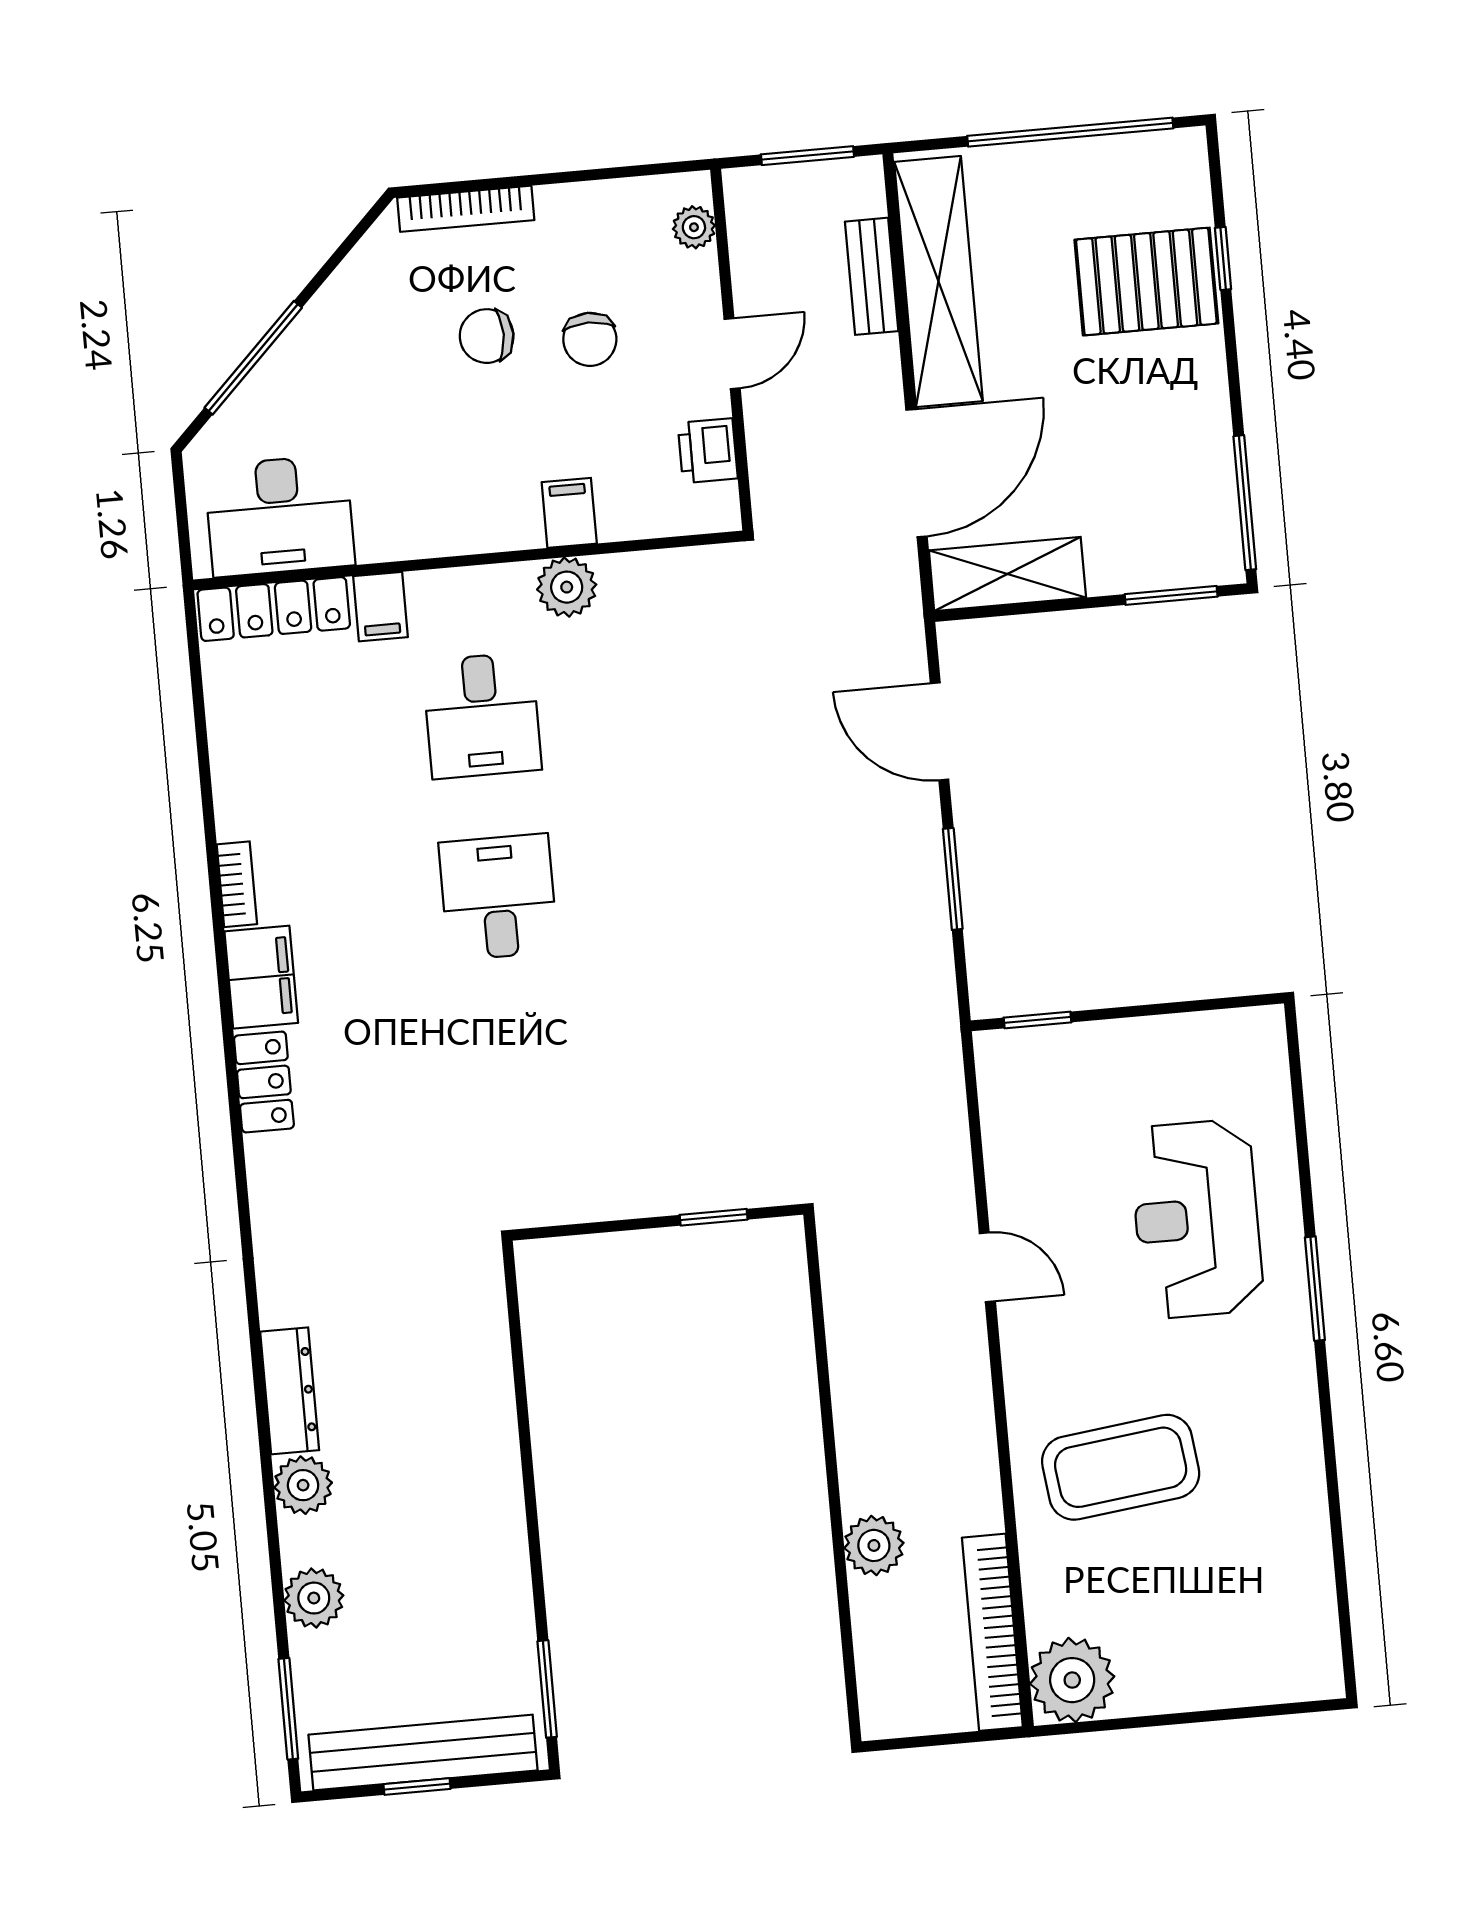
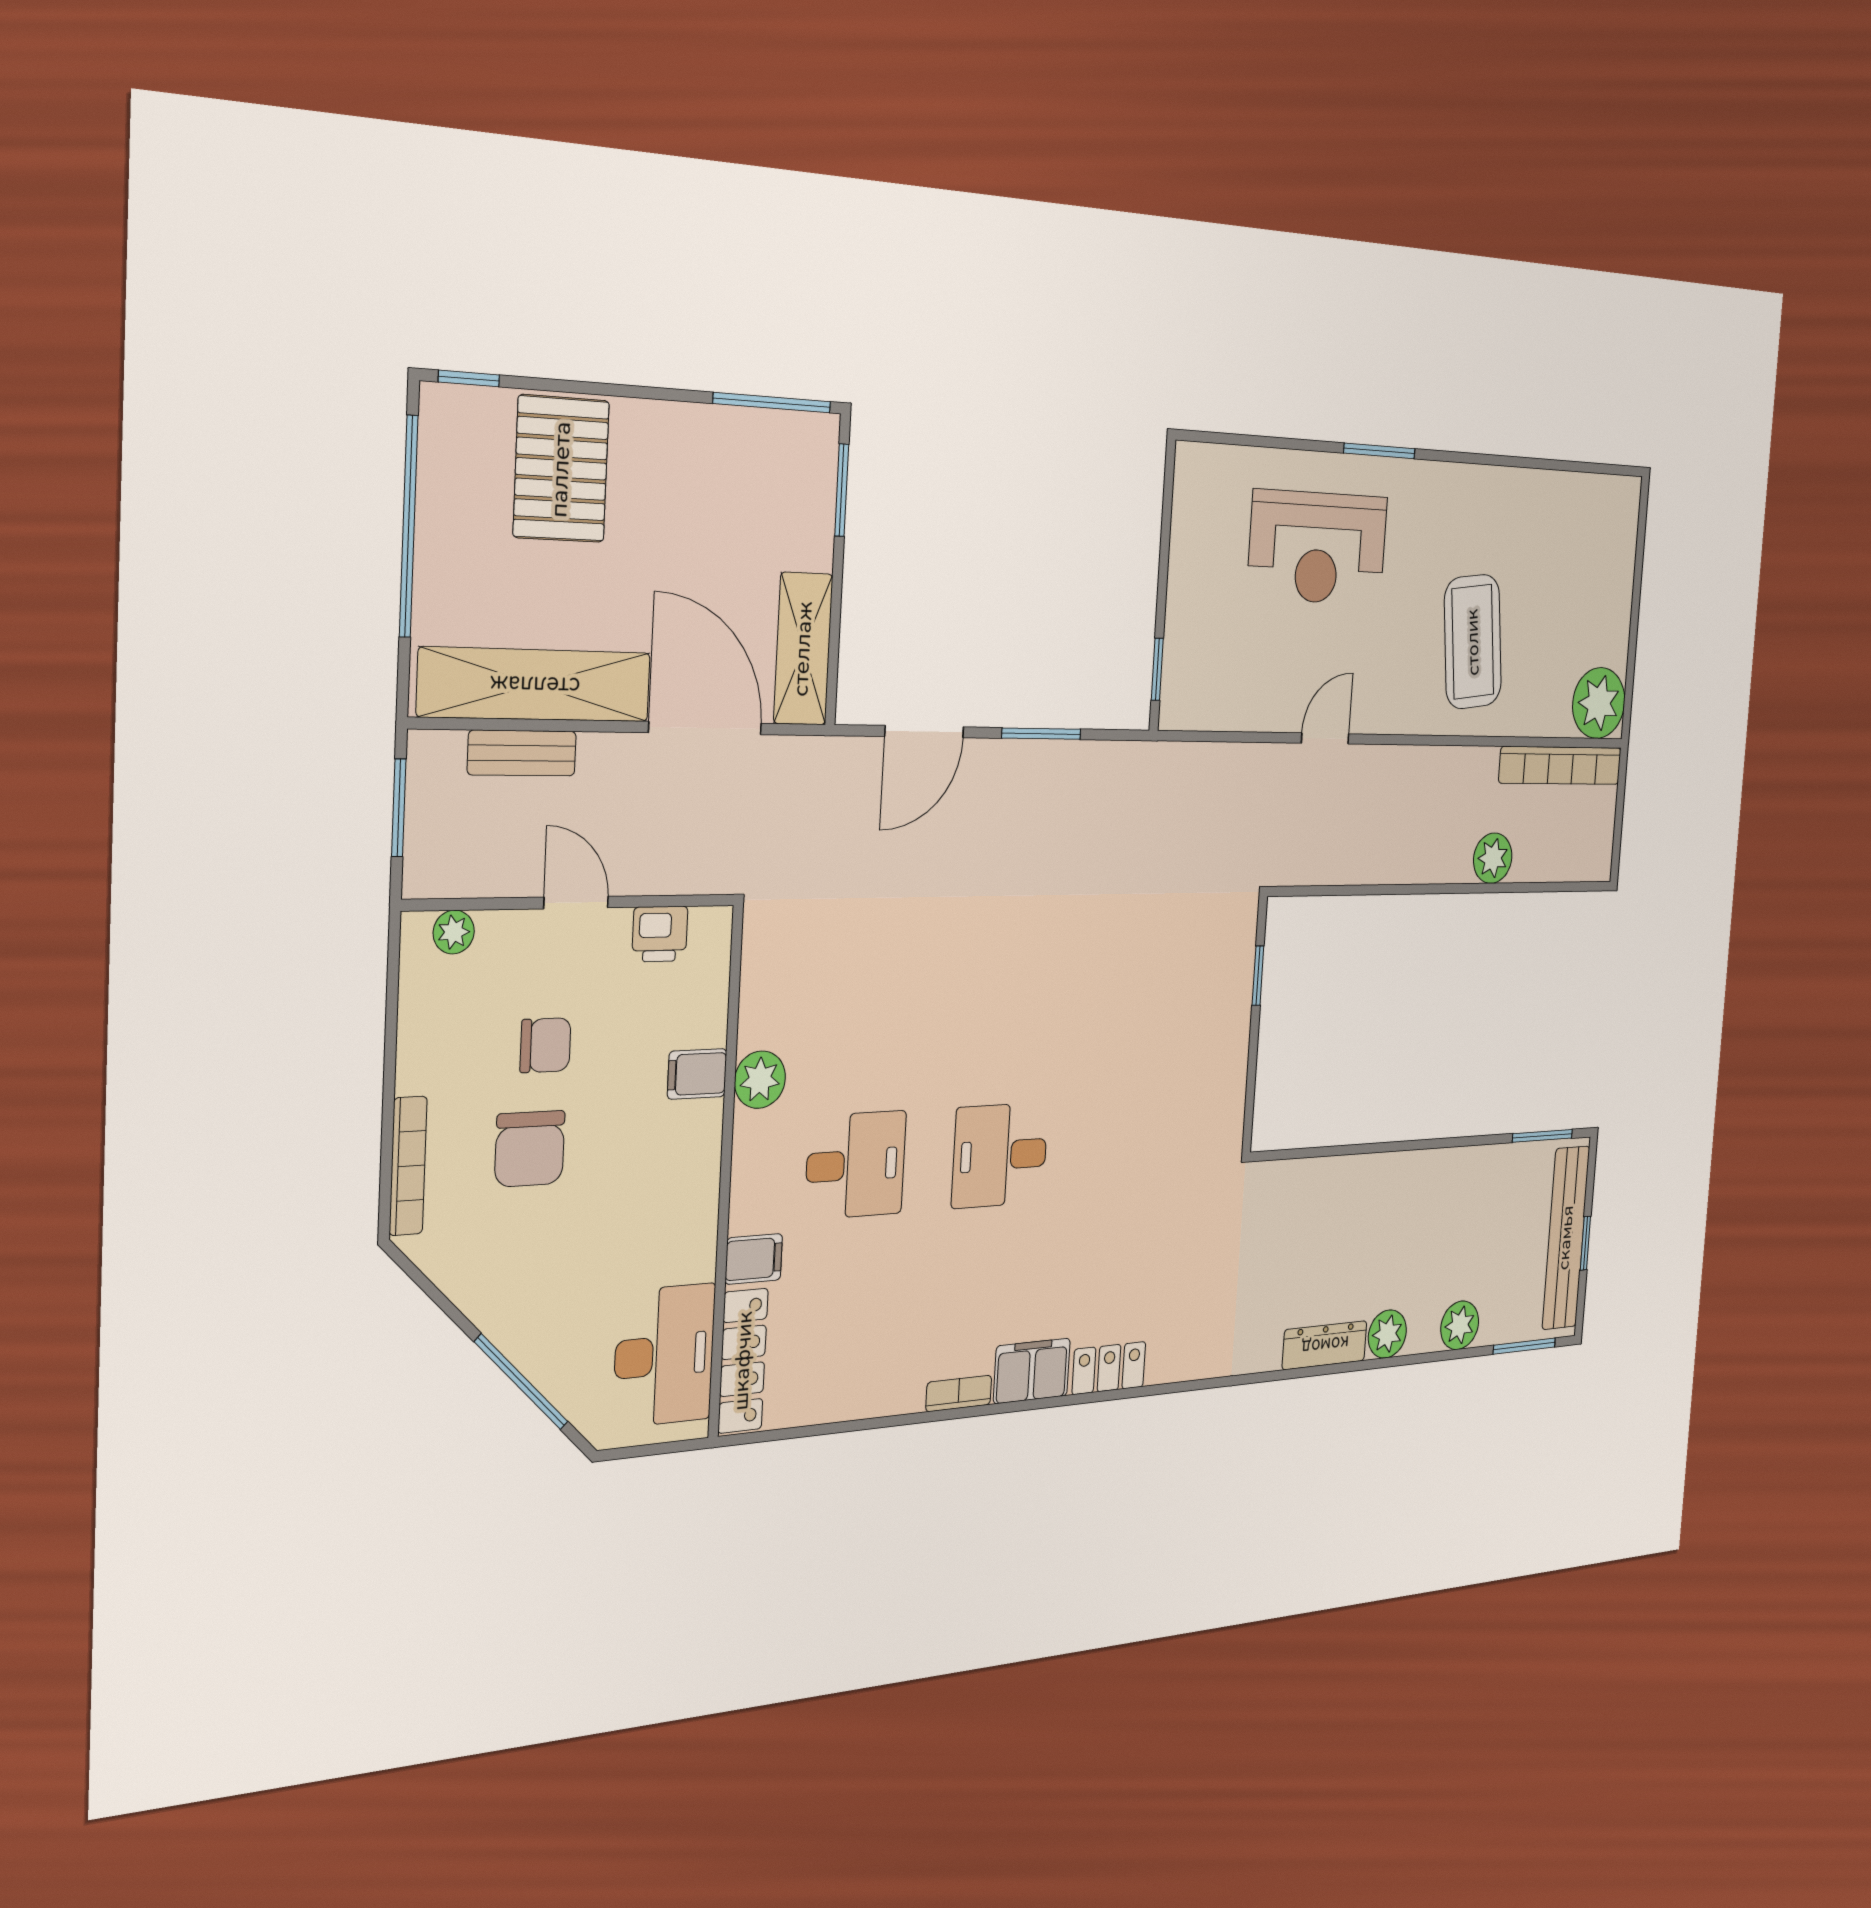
window: (1223, 258) -> (469, 378), moved
chair: (487, 336) -> (530, 1149), width x1.37, depth x1.37

